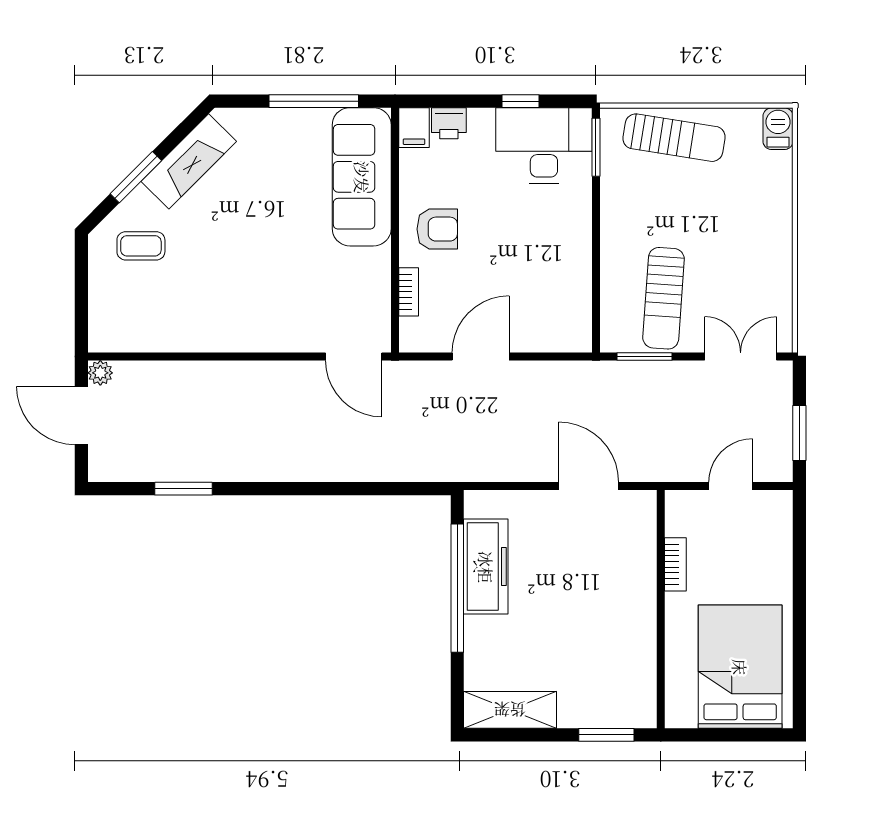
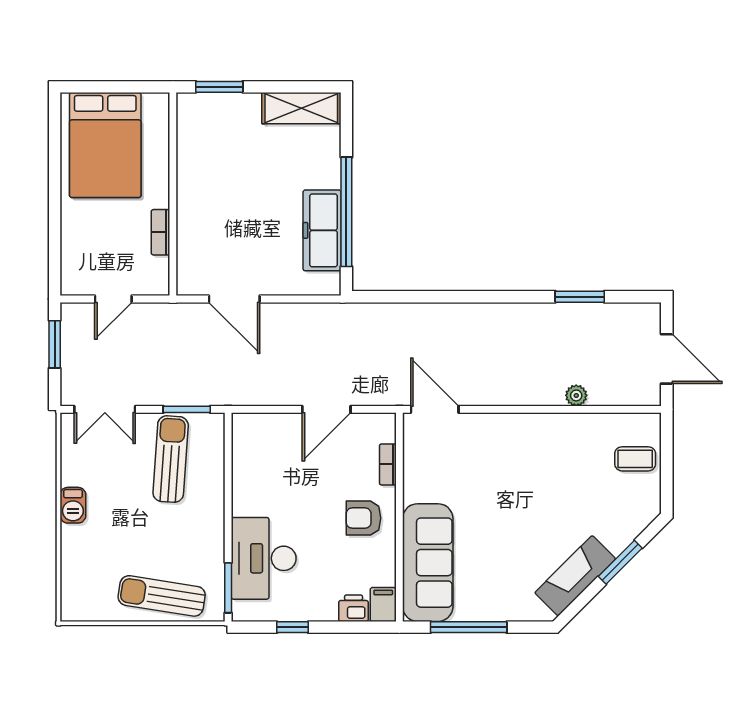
barbecue: (778, 129) -> (73, 505), moved
desk: (544, 145) -> (264, 558), moved, turned 90
coffee table: (141, 246) -> (635, 459), moved
plant: (100, 373) -> (576, 395), moved

